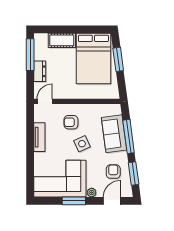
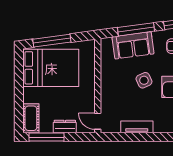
cot: (62, 40) -> (31, 118), moved
window: (118, 59) -> (52, 41), width x1.44
armchair: (71, 122) -> (120, 92), removed

